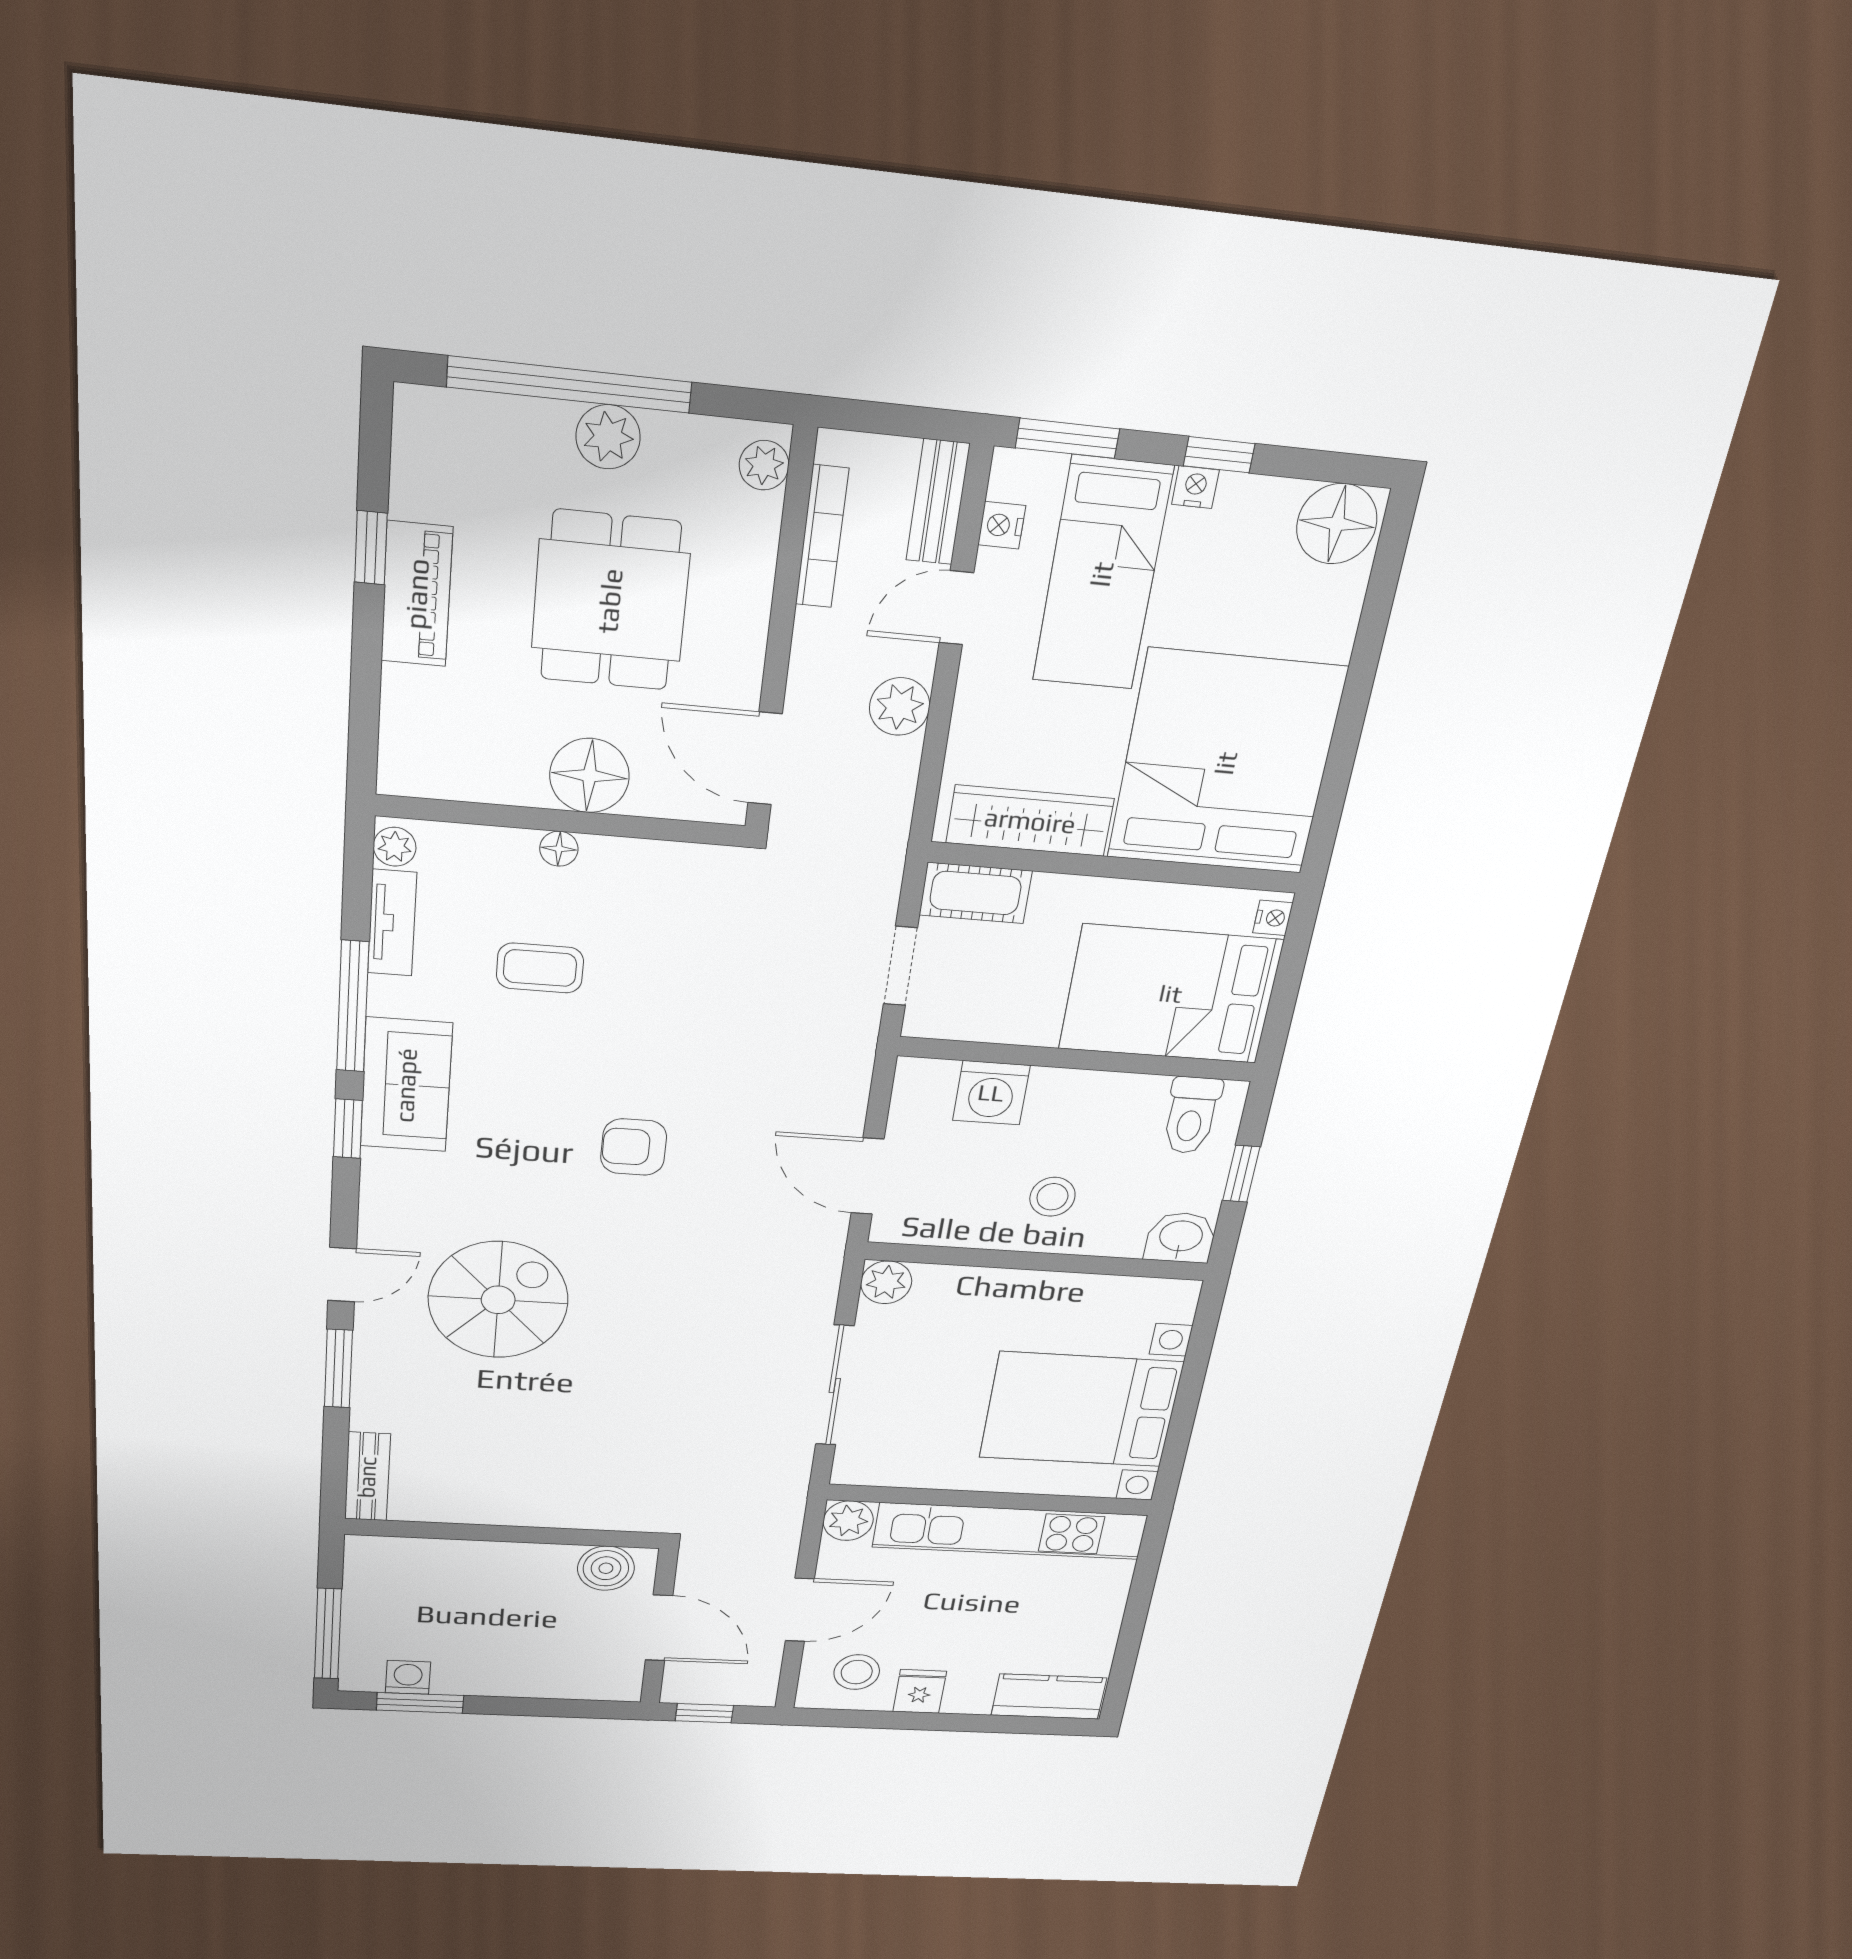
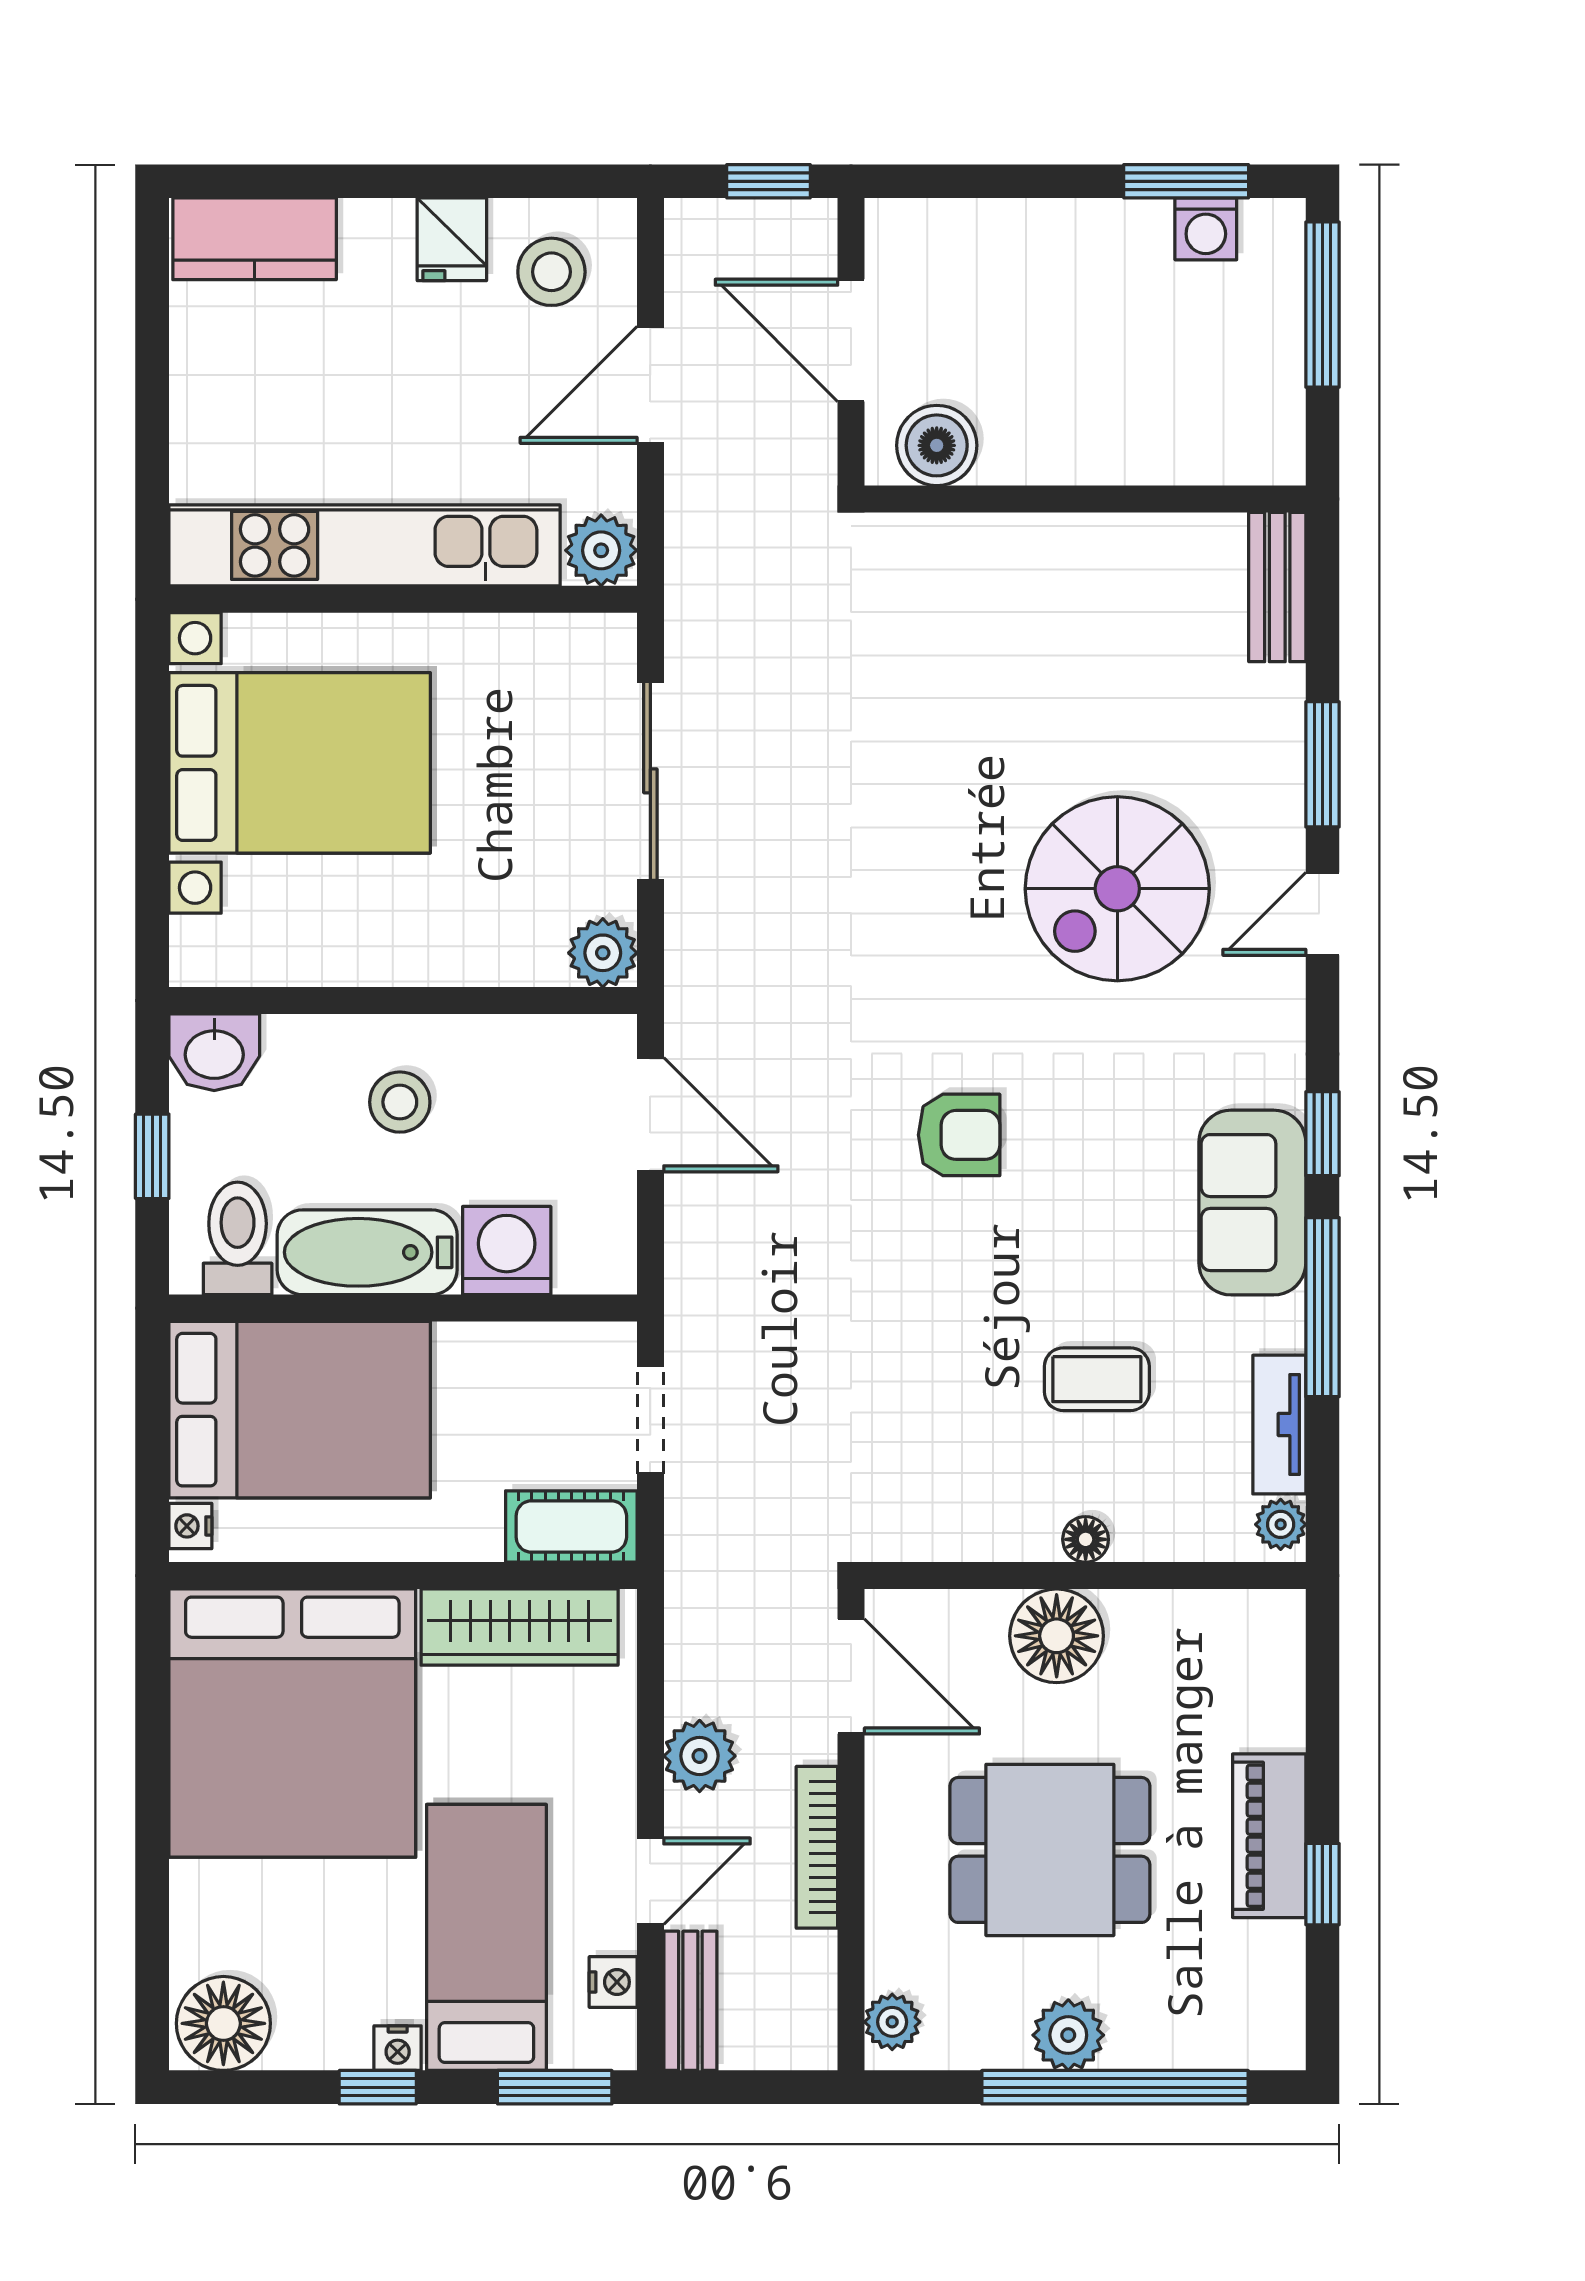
bookcase: (822, 537) -> (817, 1847), moved
dining table: (610, 601) -> (1050, 1850), turned 90
bathtub: (1097, 1099) -> (367, 1252), added

